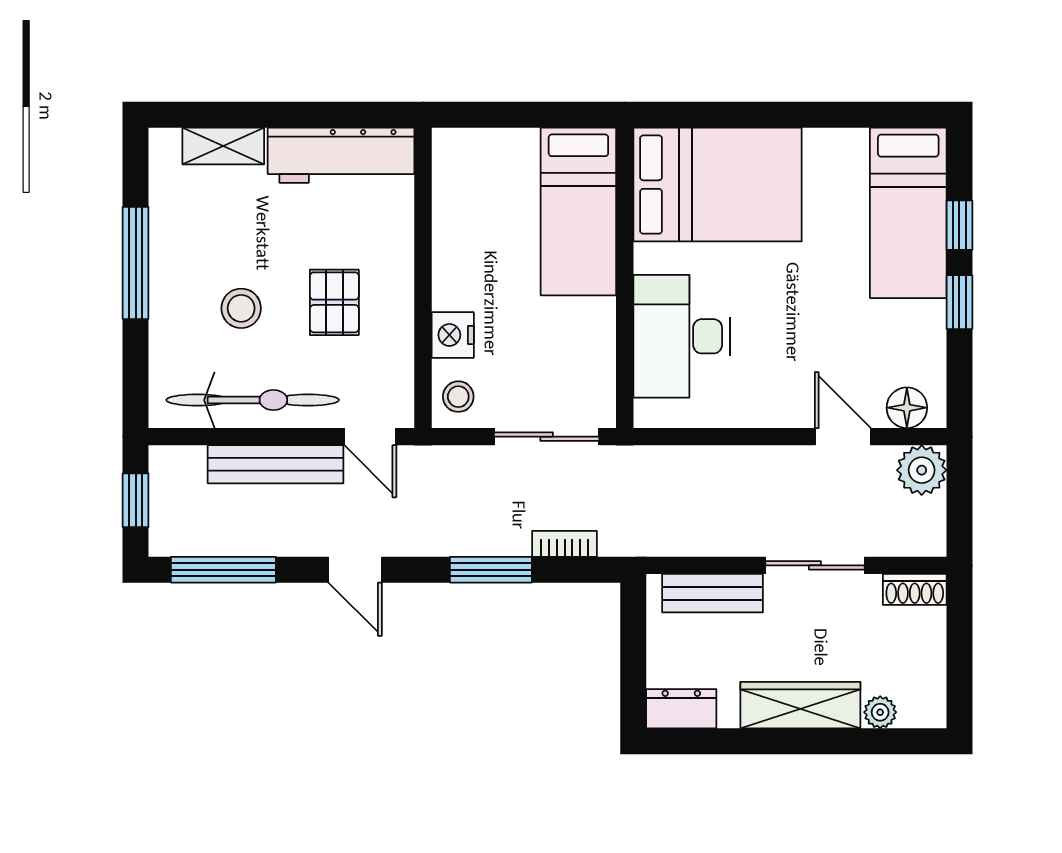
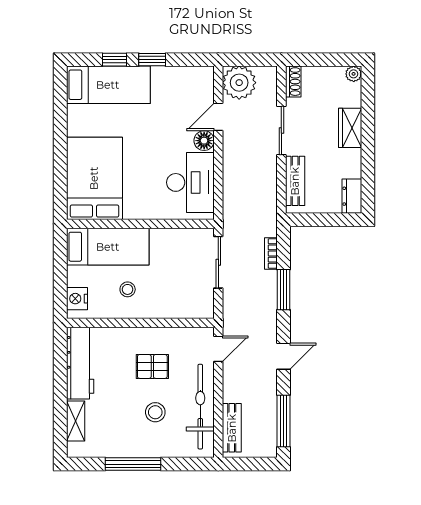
nightstand: (453, 335) -> (77, 299), moved, turned 90
desk: (682, 336) -> (190, 182), moved, turned -90
stool: (458, 397) -> (128, 289), moved
floor lamp: (907, 408) -> (204, 141), moved
bench: (276, 464) -> (232, 428), moved, width x0.73
plant: (922, 470) -> (239, 83), width x1.36, depth x1.36
window: (136, 500) -> (249, 464), removed
wardrobe: (800, 705) -> (350, 128), width x0.67
plant: (880, 712) -> (354, 74), moved

